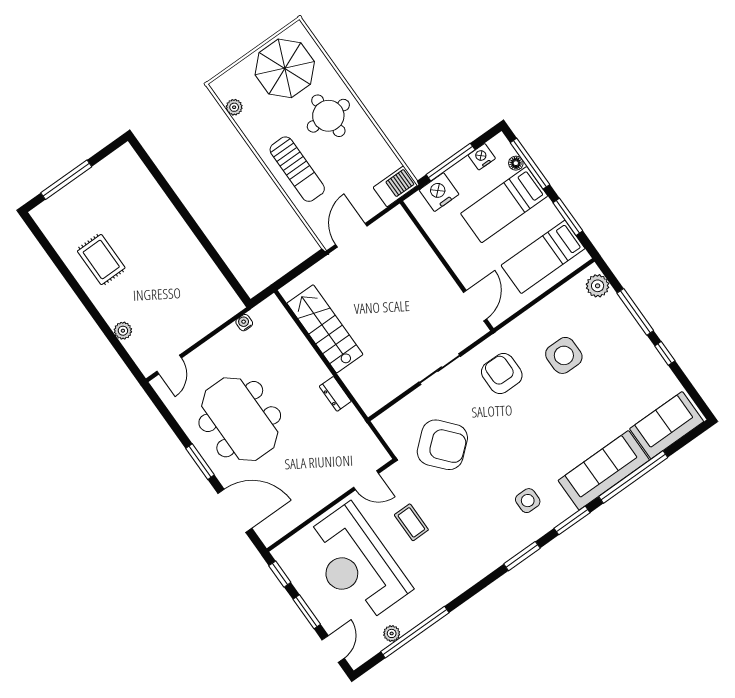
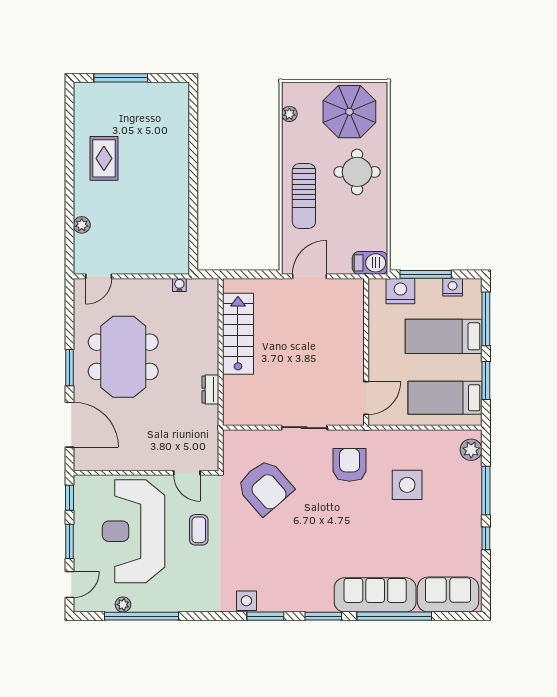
floor lamp: (516, 163) -> (475, 311), removed
side table: (528, 501) -> (246, 601), moved

